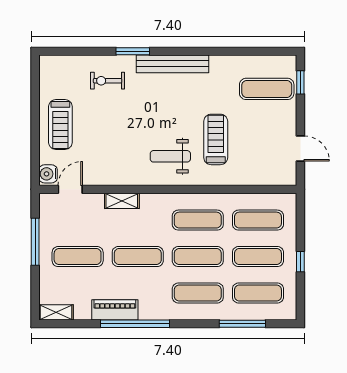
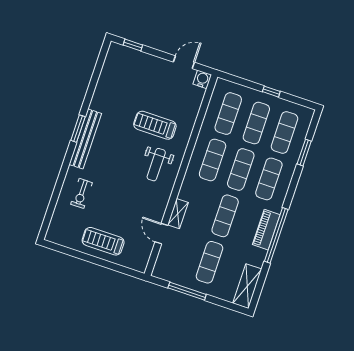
window: (133, 51) -> (78, 129), moved
exercise mat: (267, 89) -> (129, 73), removed
treadmill: (60, 125) -> (103, 241), turned 180
water cooler: (48, 174) -> (202, 79), moved, turned 180
door: (70, 189) -> (161, 234), moved
piano: (115, 310) -> (266, 230), moved
shelving: (56, 312) -> (247, 286), width x1.50, depth x1.33
window: (242, 324) -> (304, 153), width x0.69

